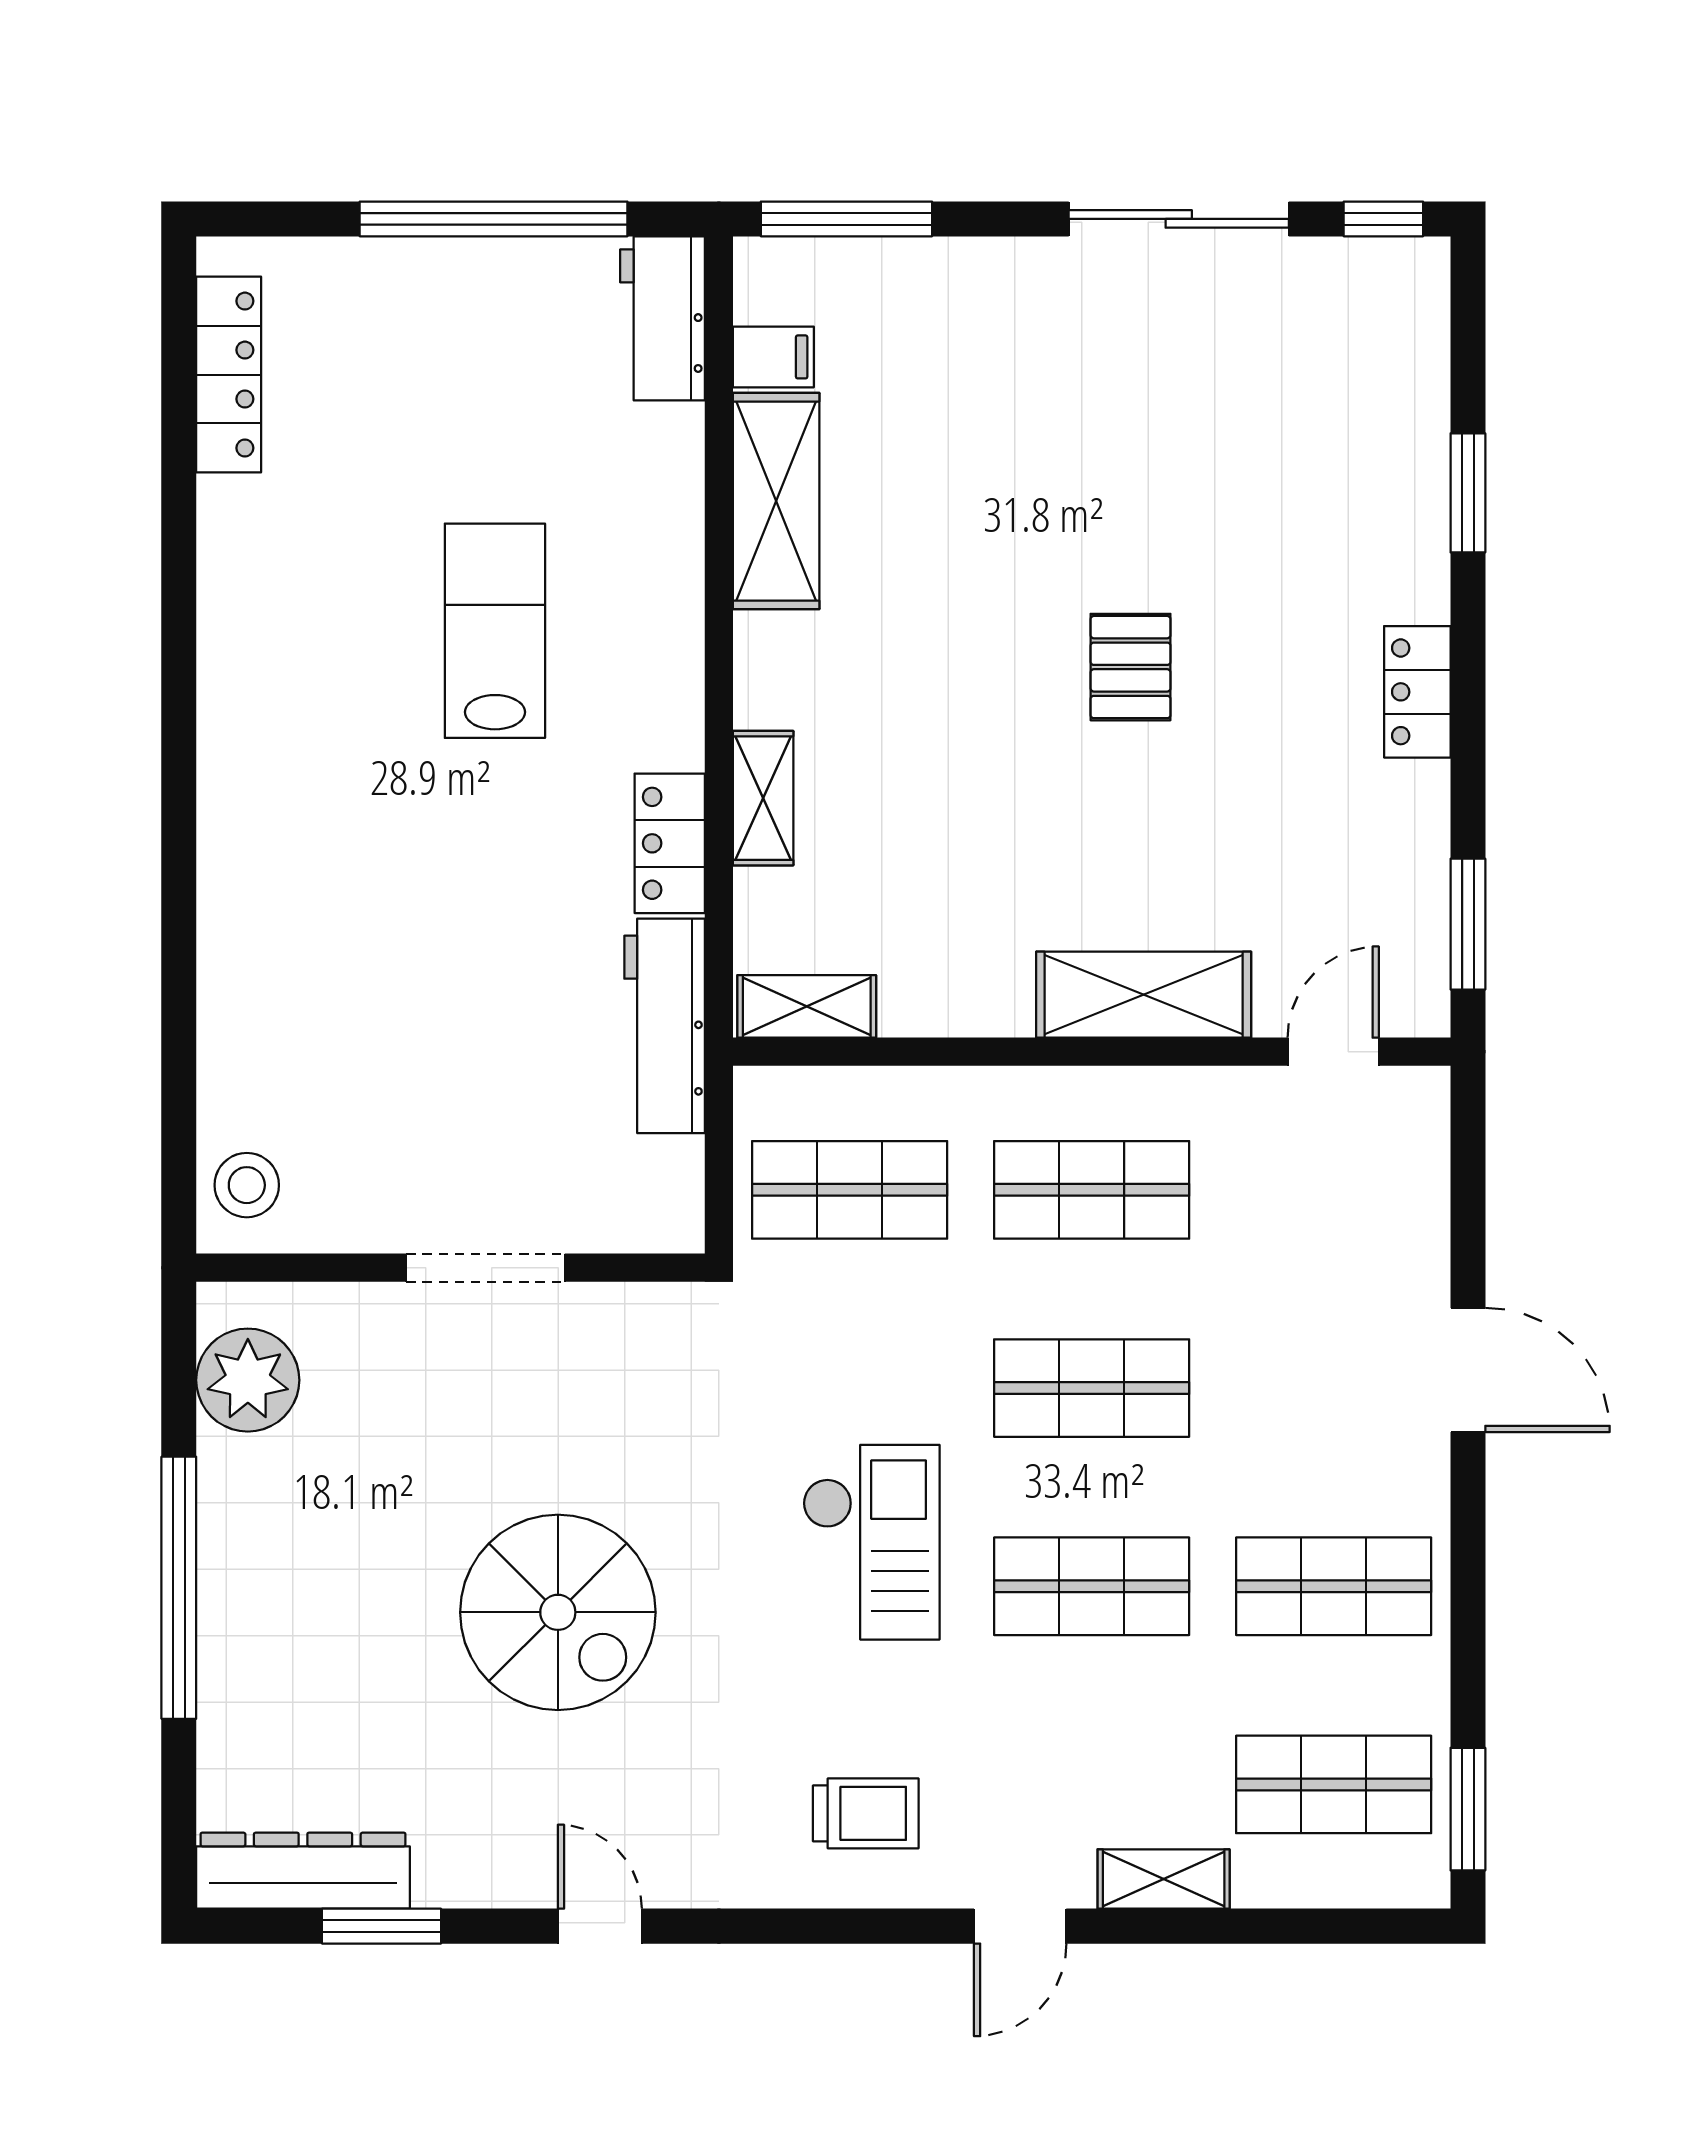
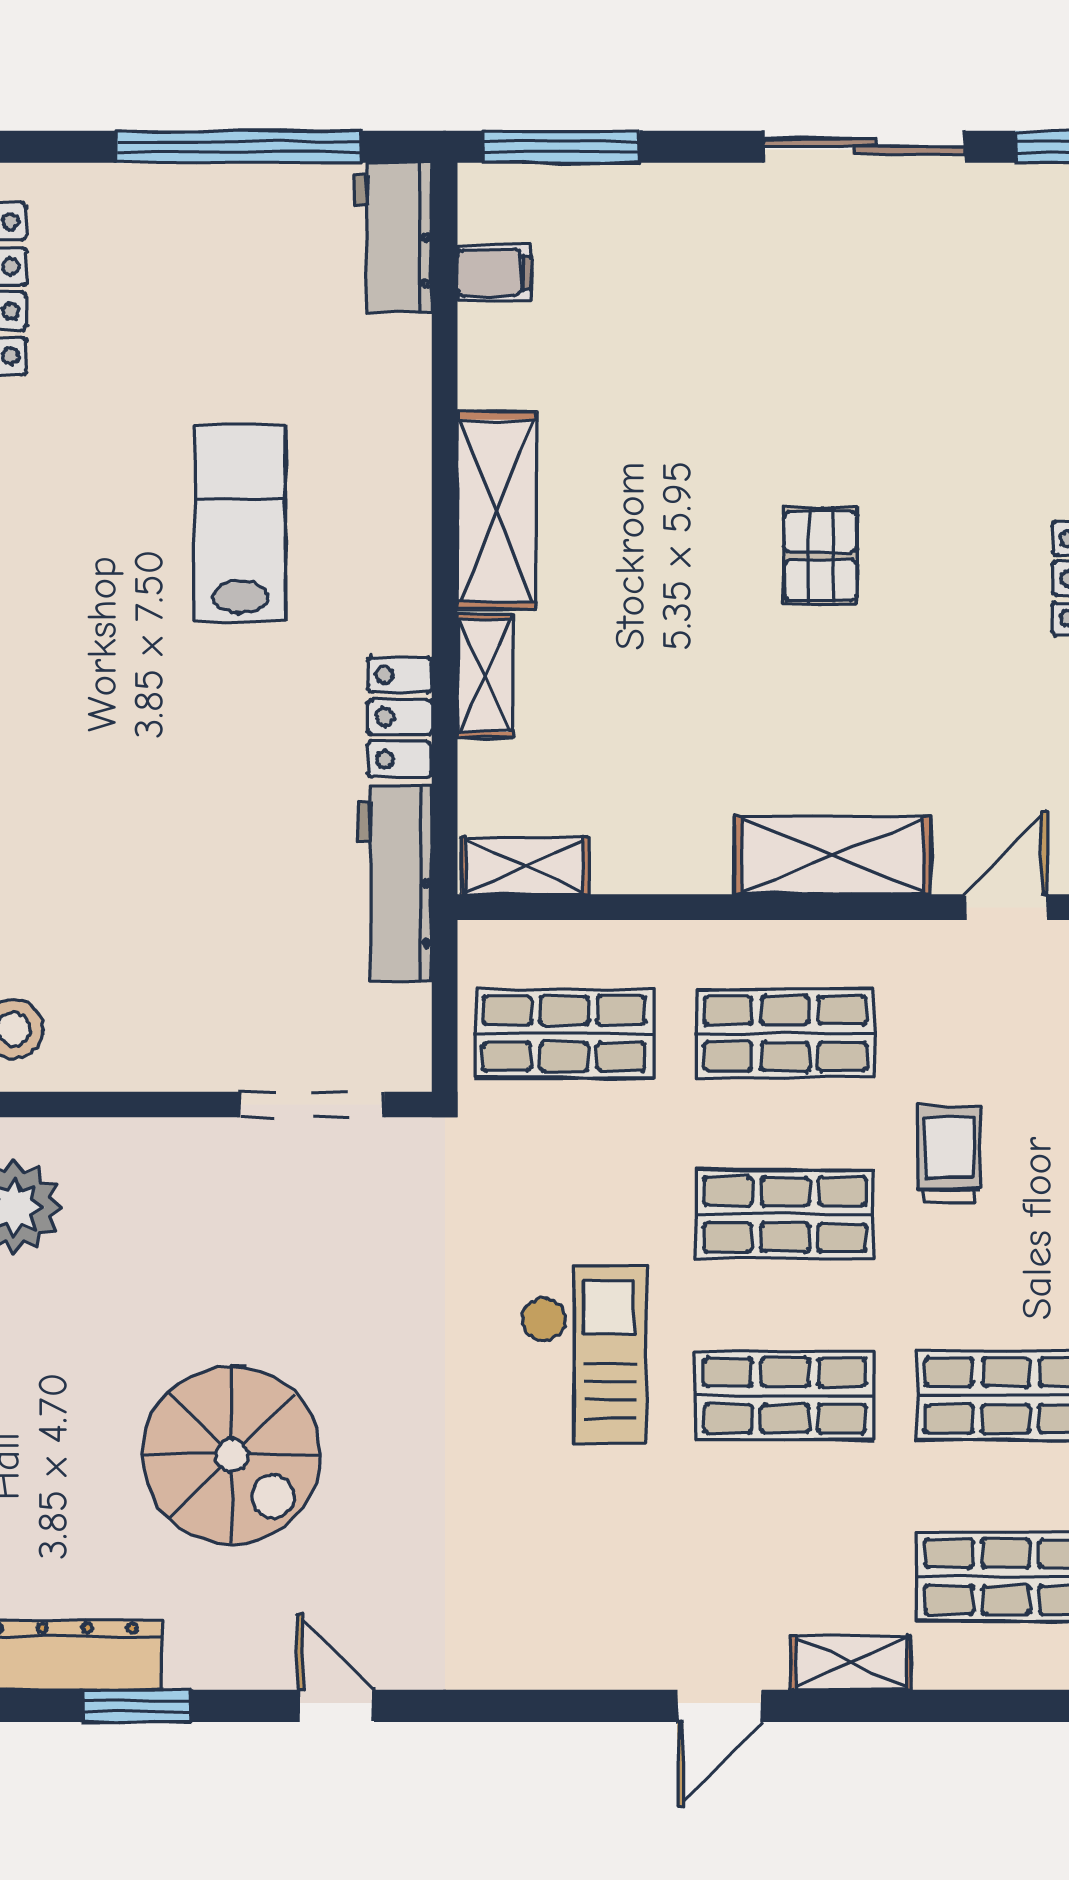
shelving: (776, 501) -> (497, 510), moved
doorway: (486, 1268) -> (312, 1104), moved
spiral stairs: (558, 1612) -> (231, 1455), moved
trolley: (866, 1813) -> (949, 1155), moved, turned -90

